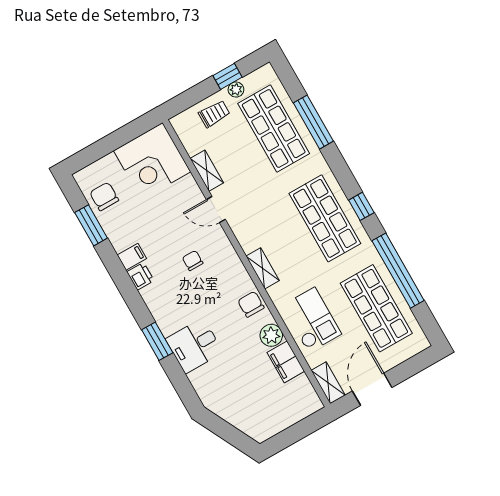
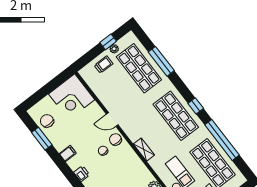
shelving: (207, 171) -> (104, 98), removed
printer: (140, 276) -> (82, 174), moved
chair: (251, 304) -> (115, 139), moved

